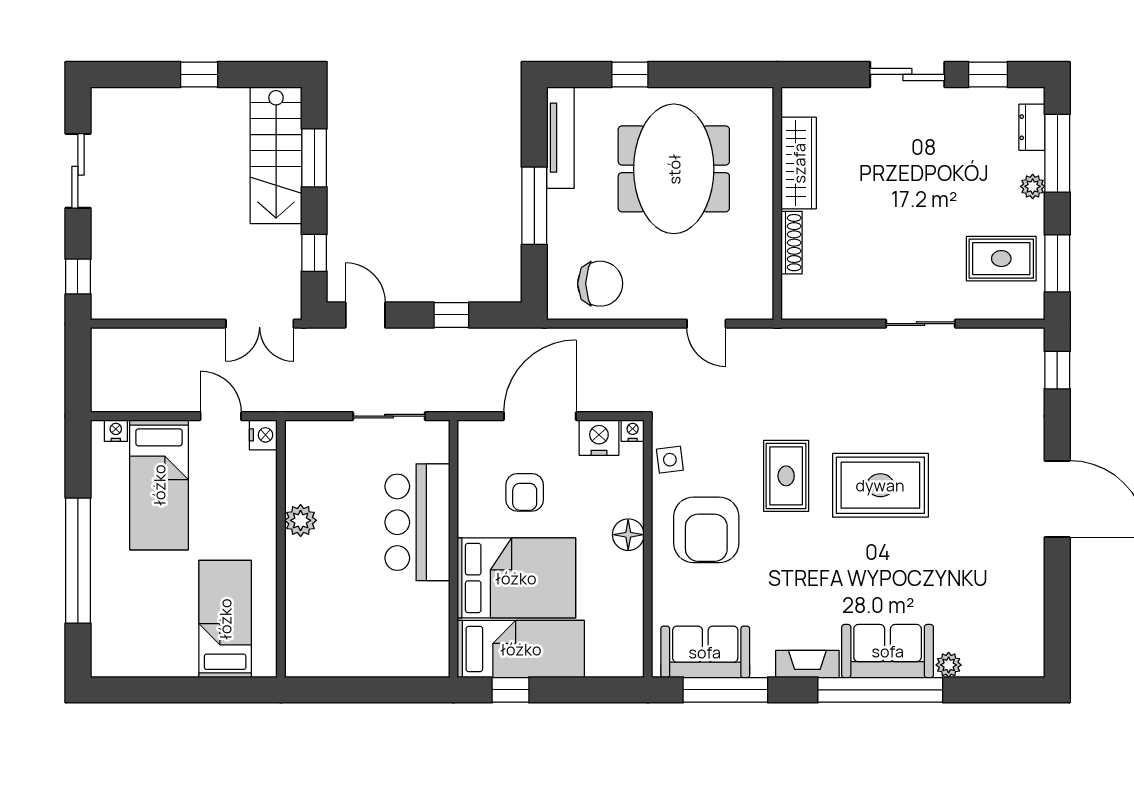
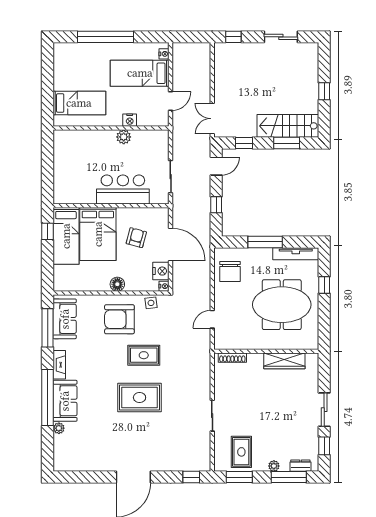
shoe rack: (792, 243) -> (232, 358), moved
nightstand: (263, 435) -> (130, 120), moved
rug: (880, 485) -> (140, 398), turned 90
armchair: (525, 492) -> (136, 238), turned 105

